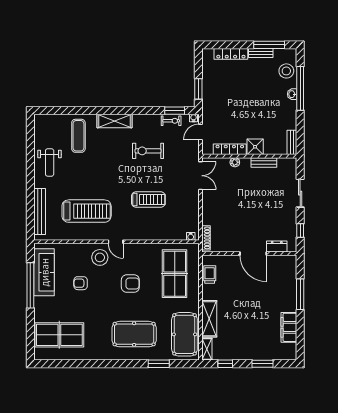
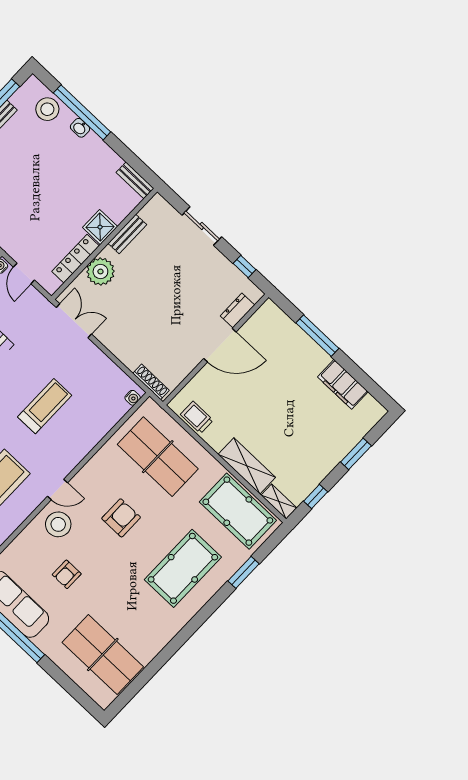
plant: (235, 162) -> (100, 272), width x1.88, depth x1.88
table tennis table: (59, 335) -> (103, 655), turned 90

